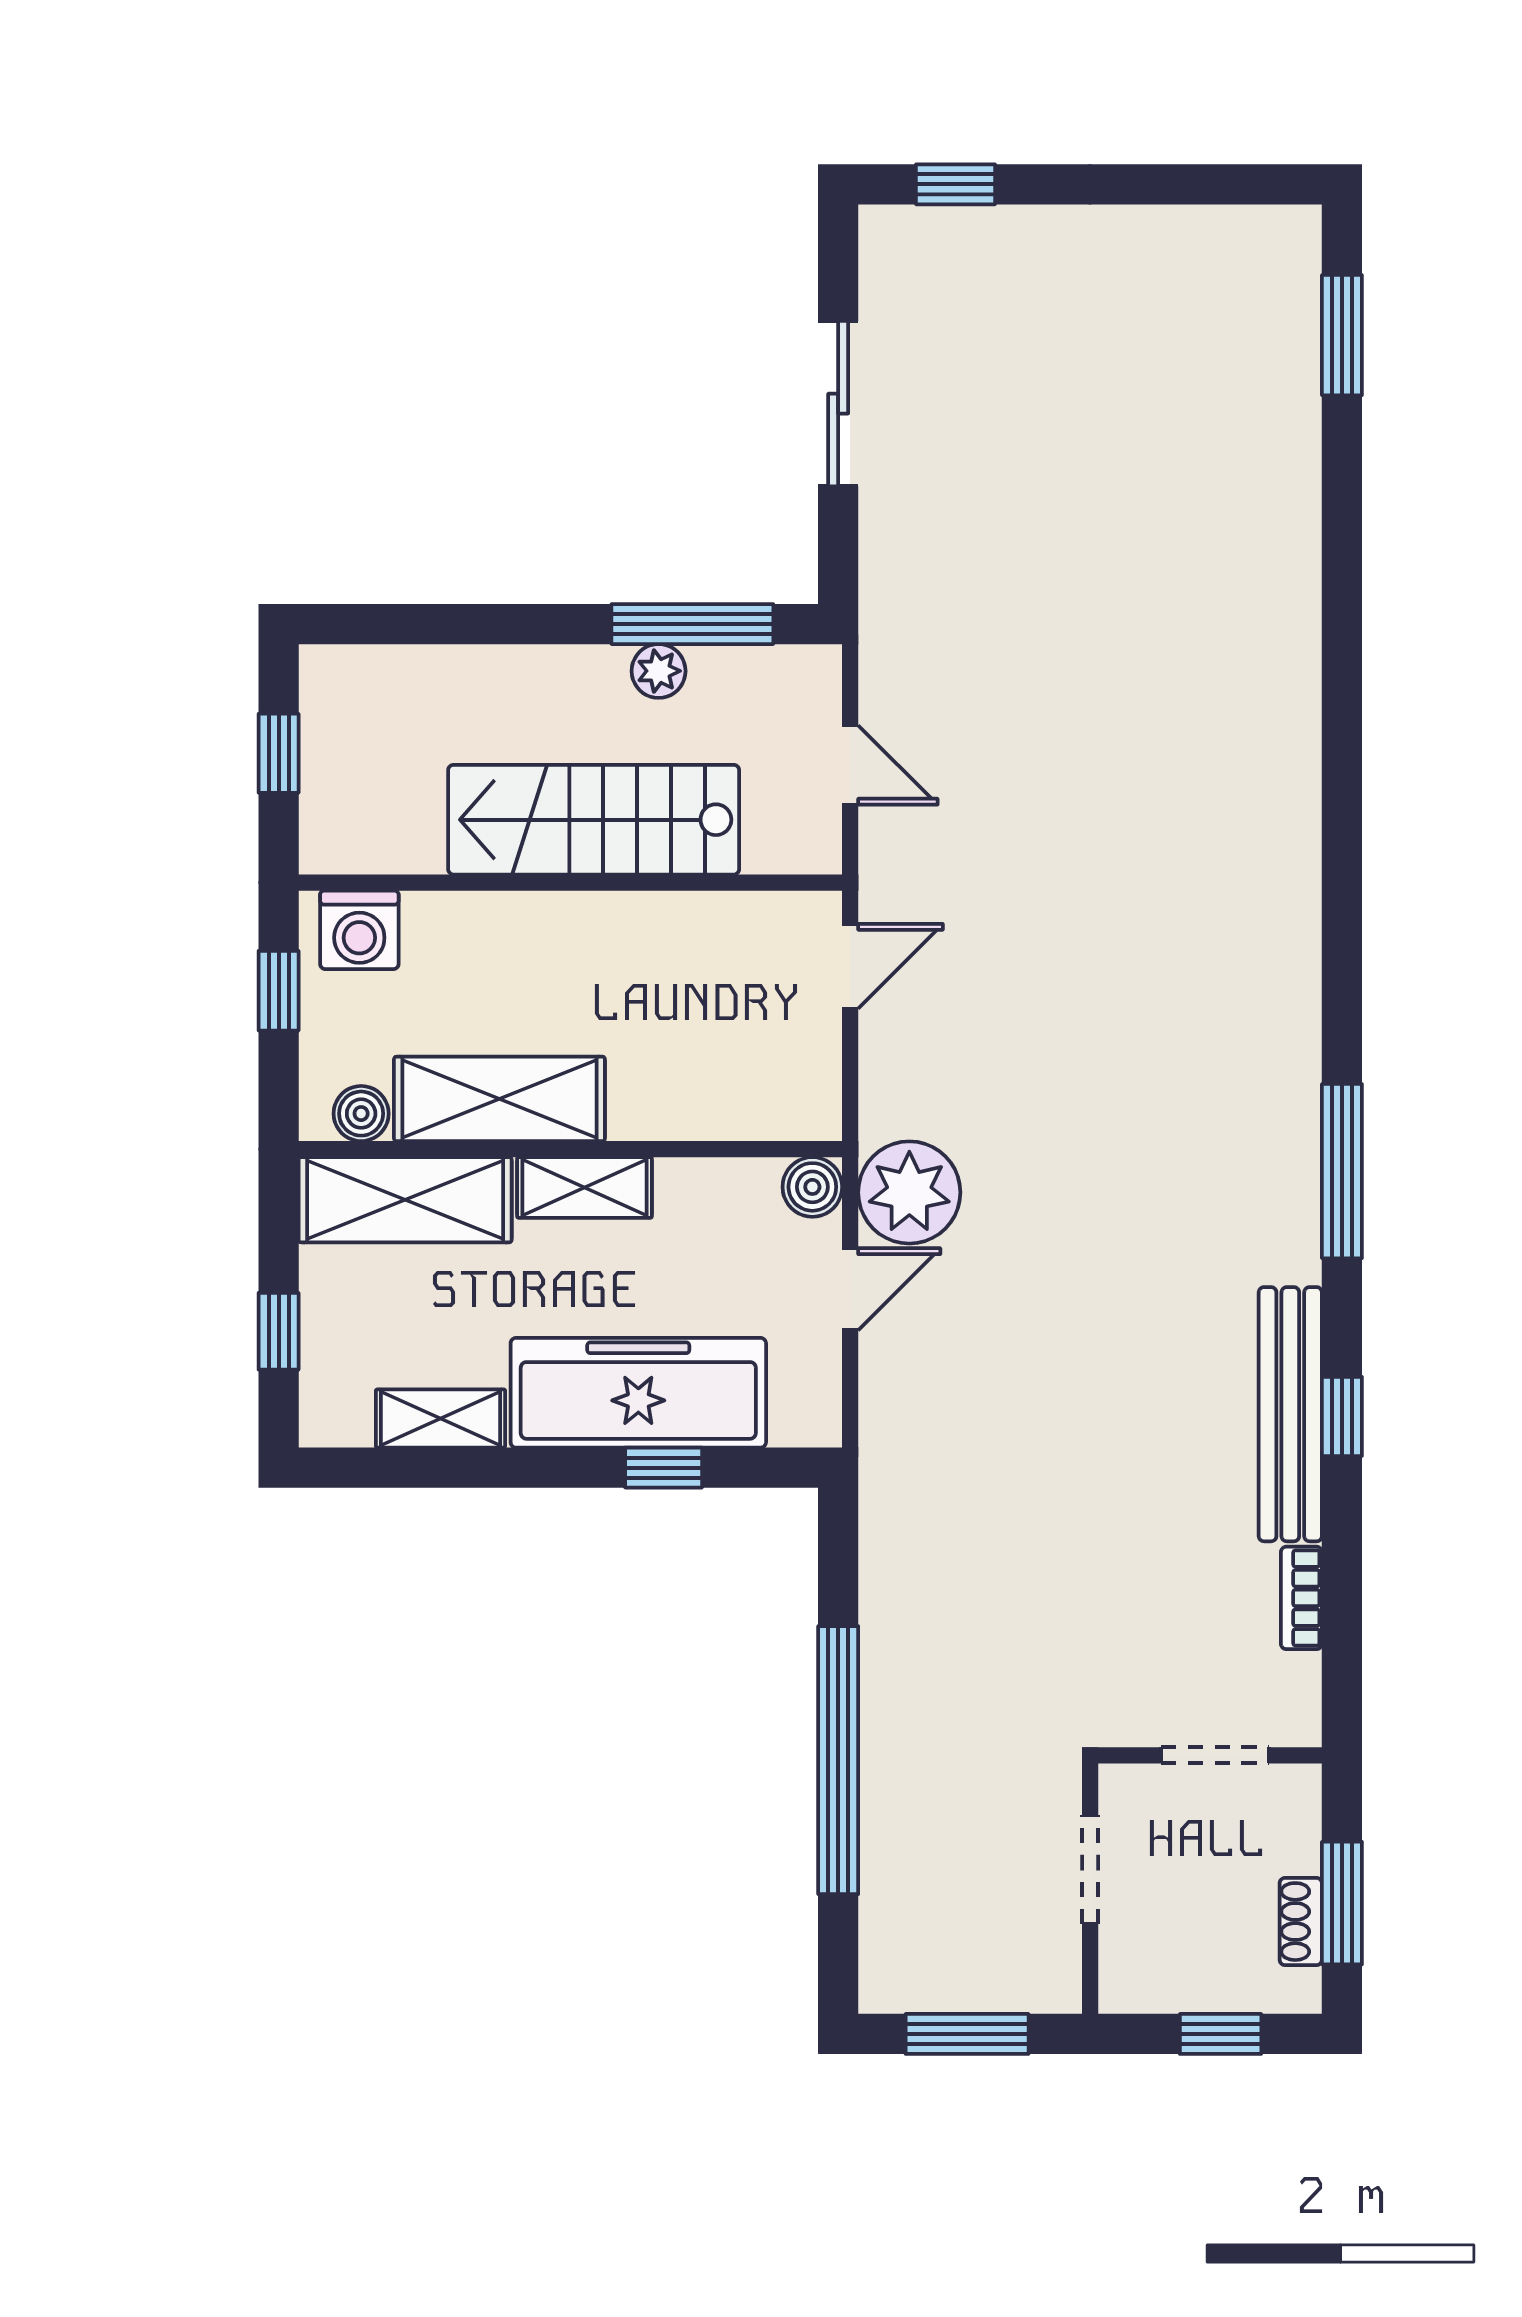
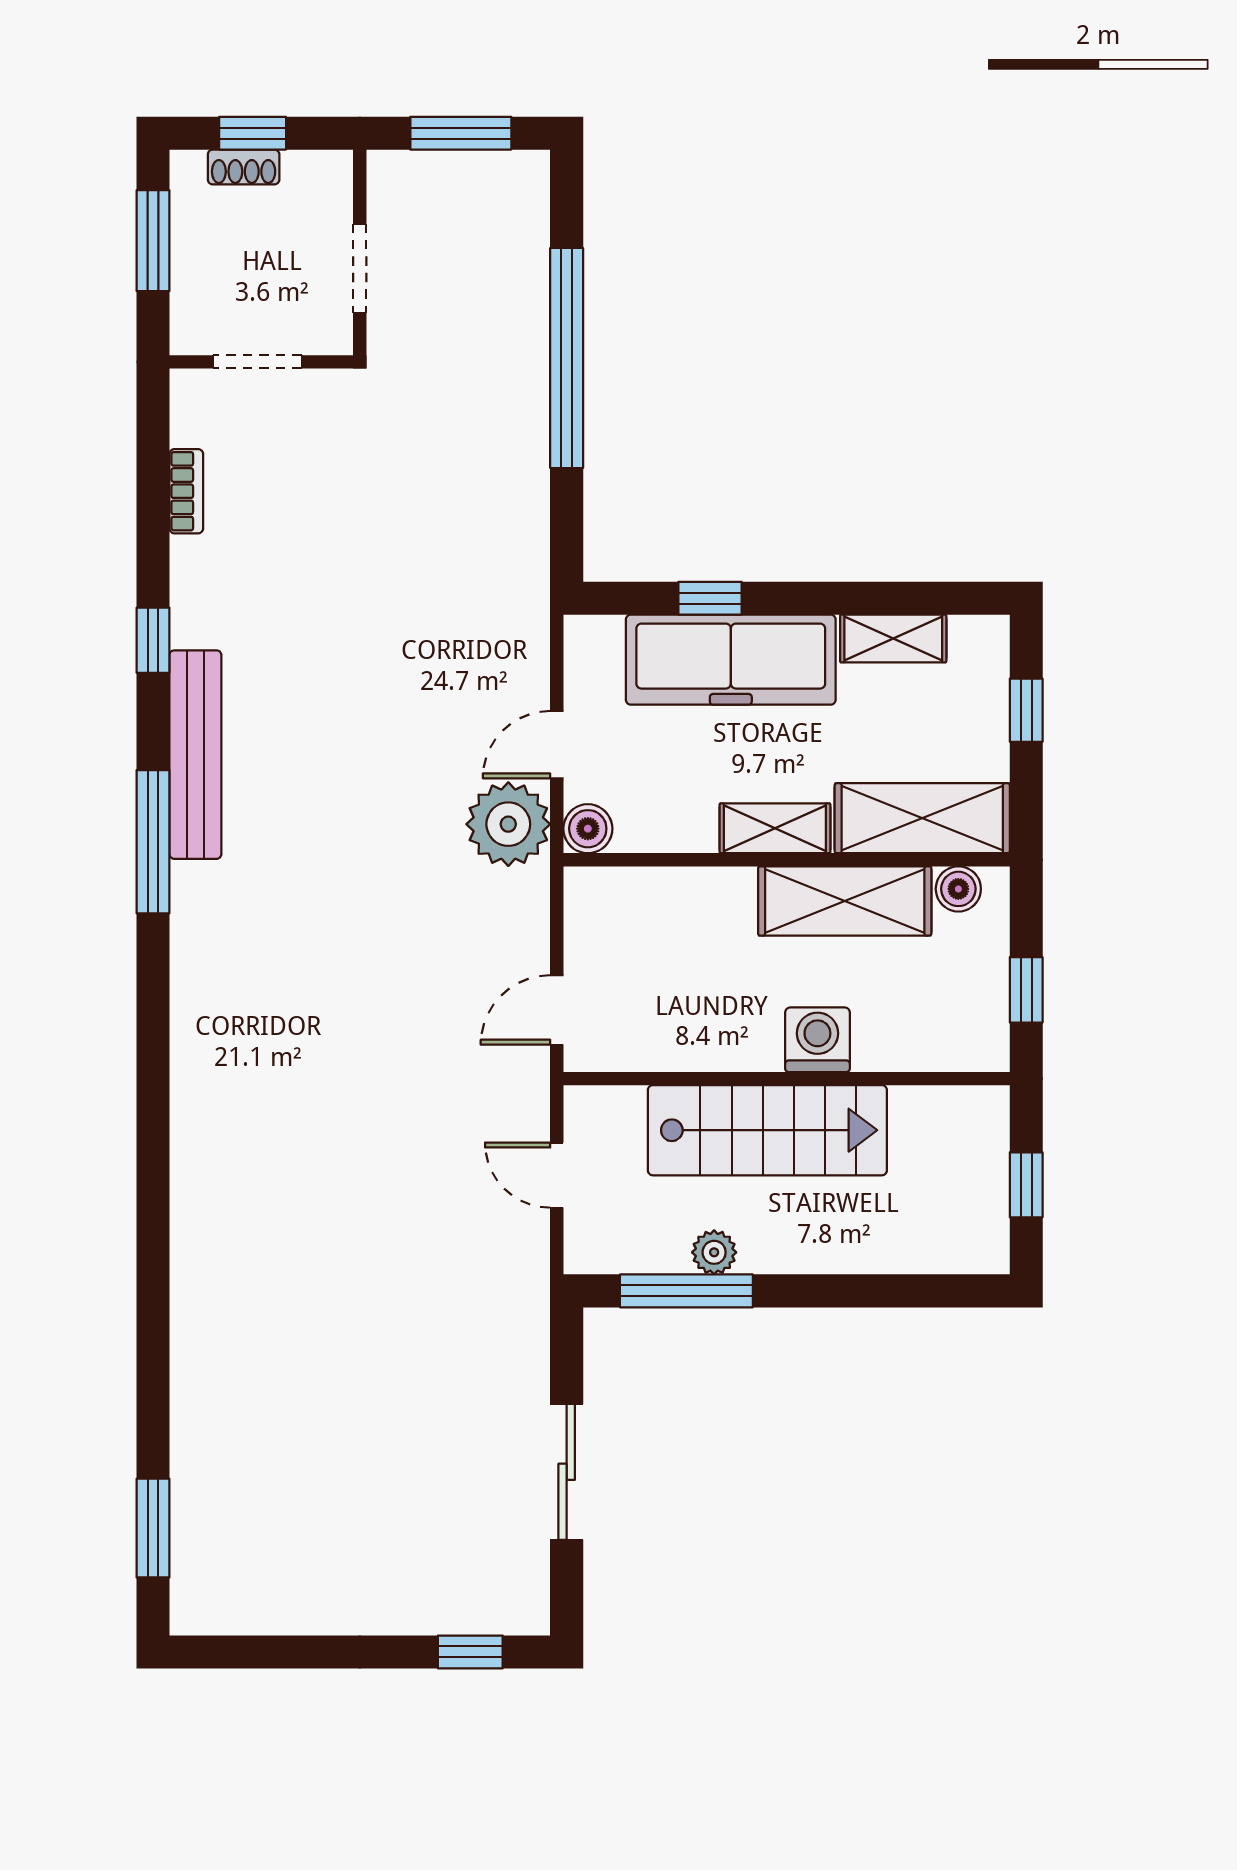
washing machine: (359, 930) -> (817, 1040), moved
bench: (1290, 1414) -> (195, 755), moved
shoe rack: (1301, 1922) -> (244, 167), moved, turned 90

